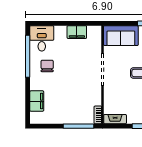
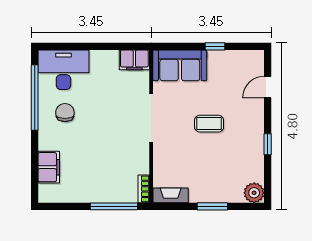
filing cabinet: (77, 32) -> (134, 60), moved
desk: (42, 38) -> (63, 70), width x1.37

